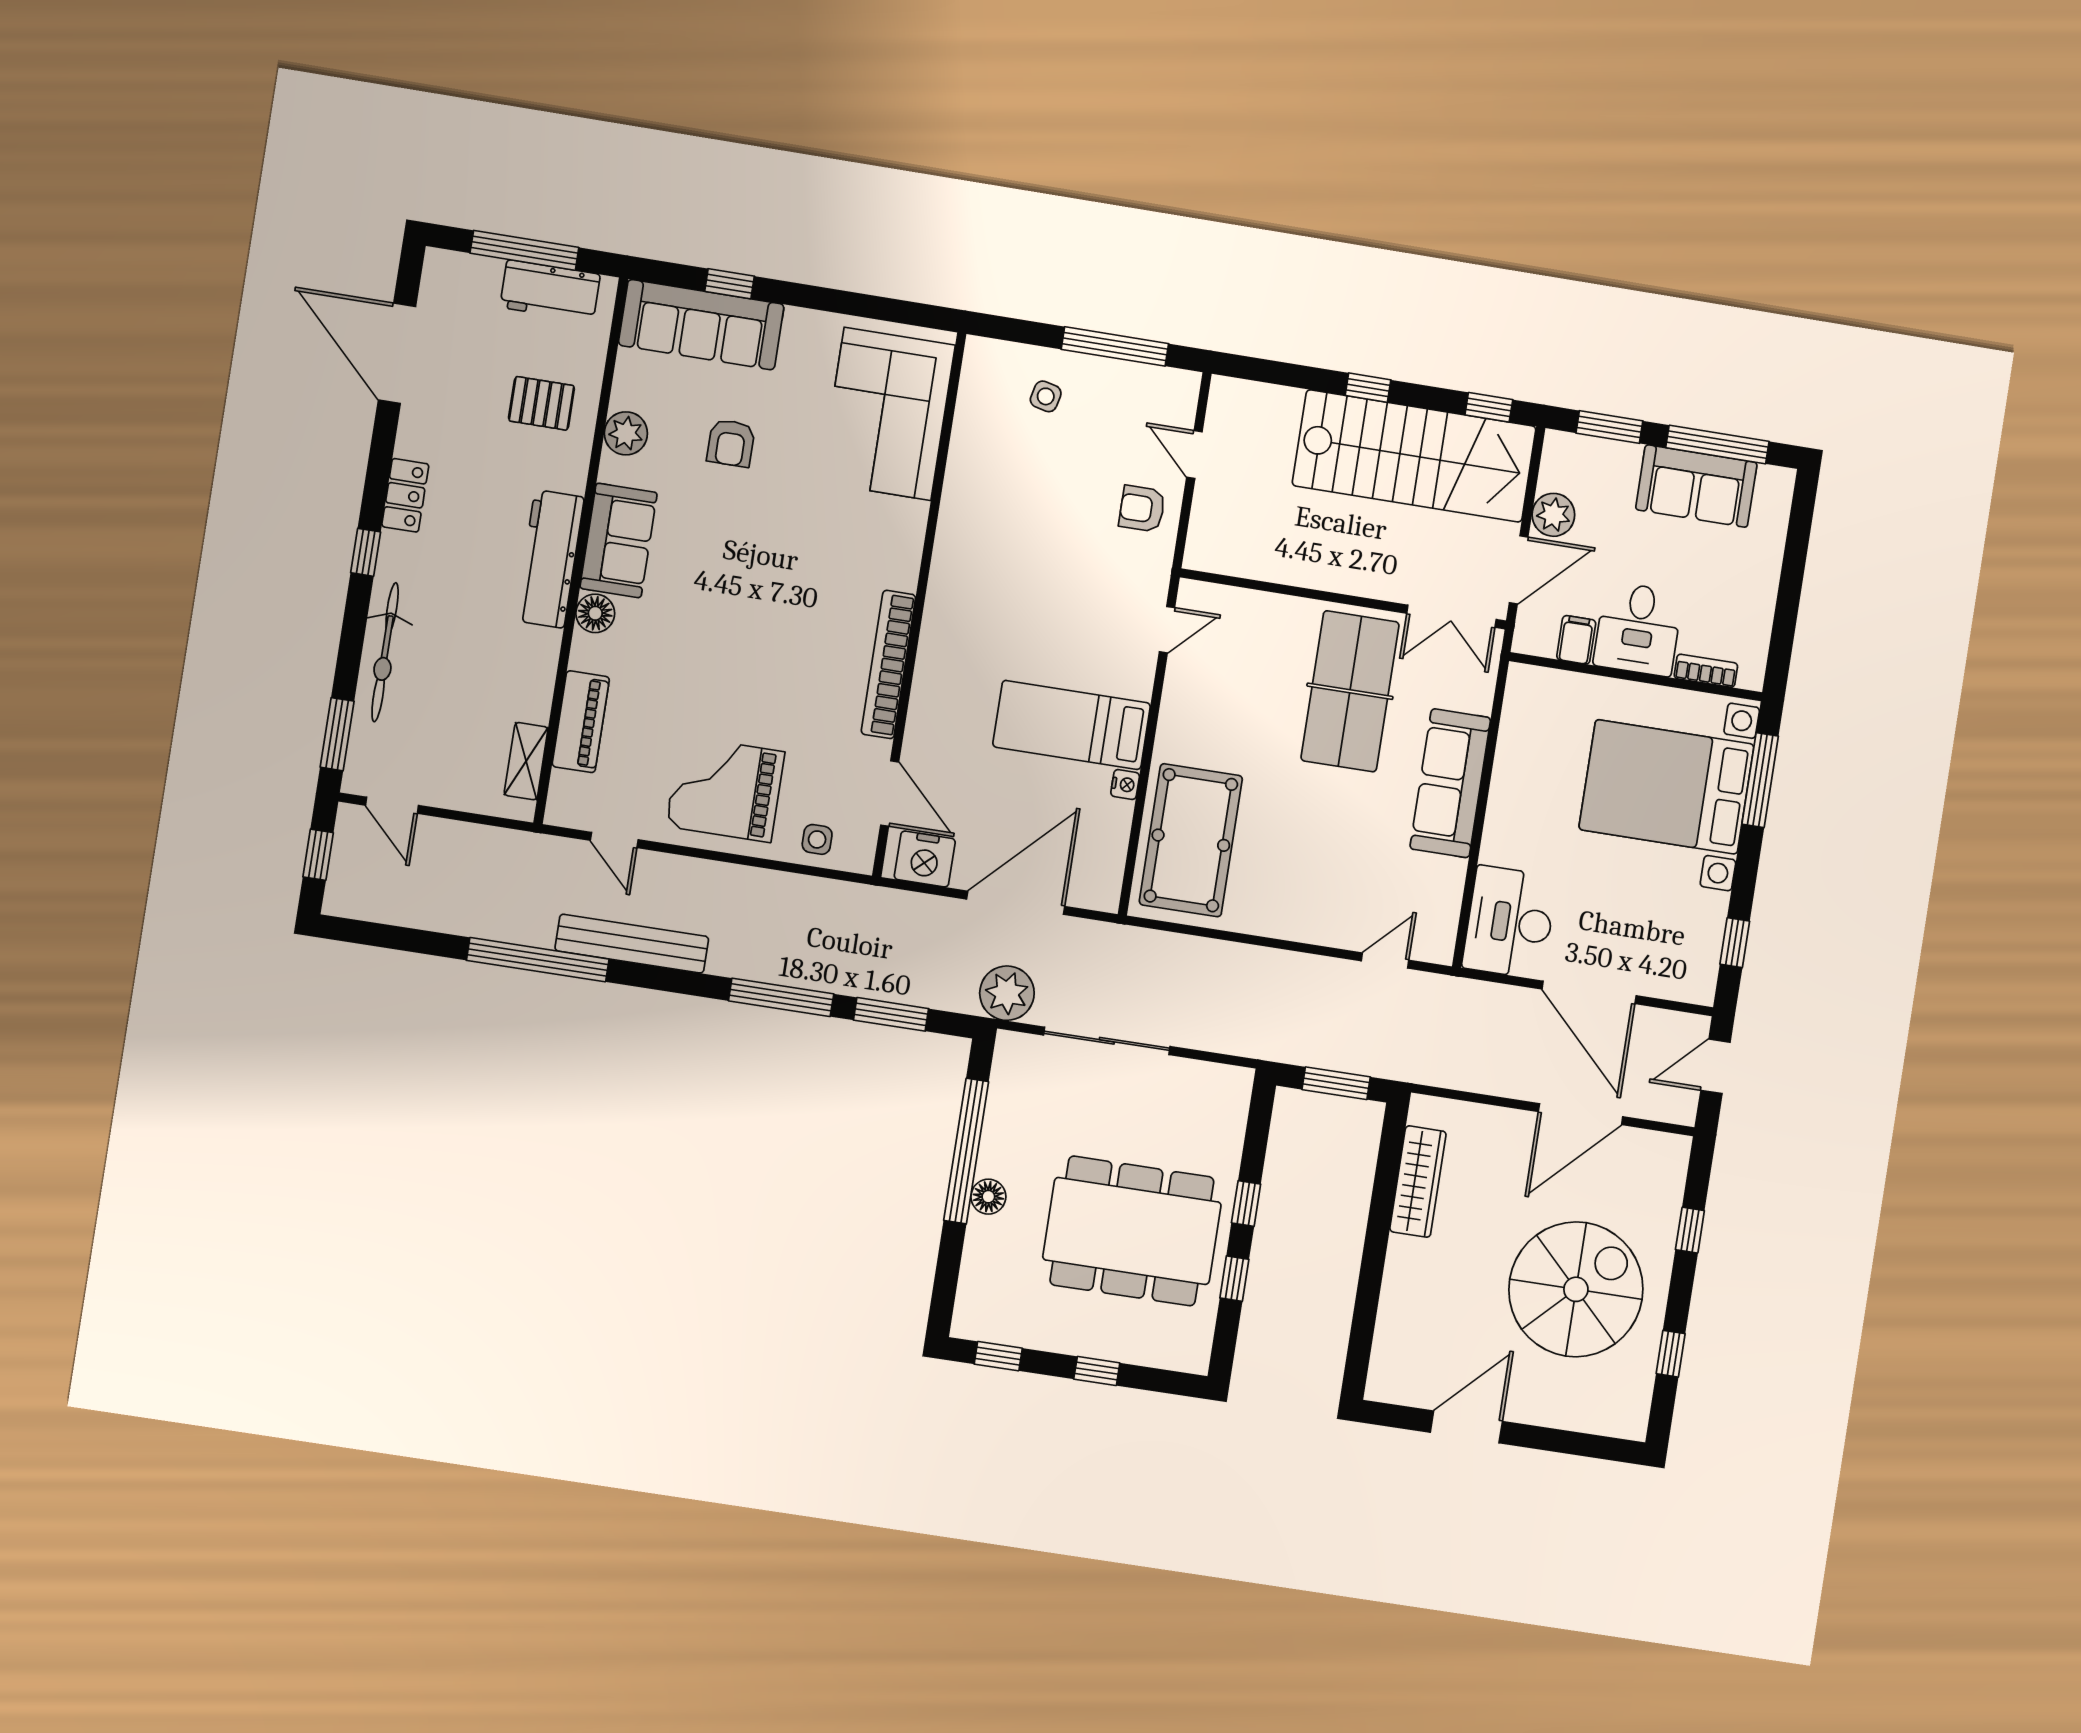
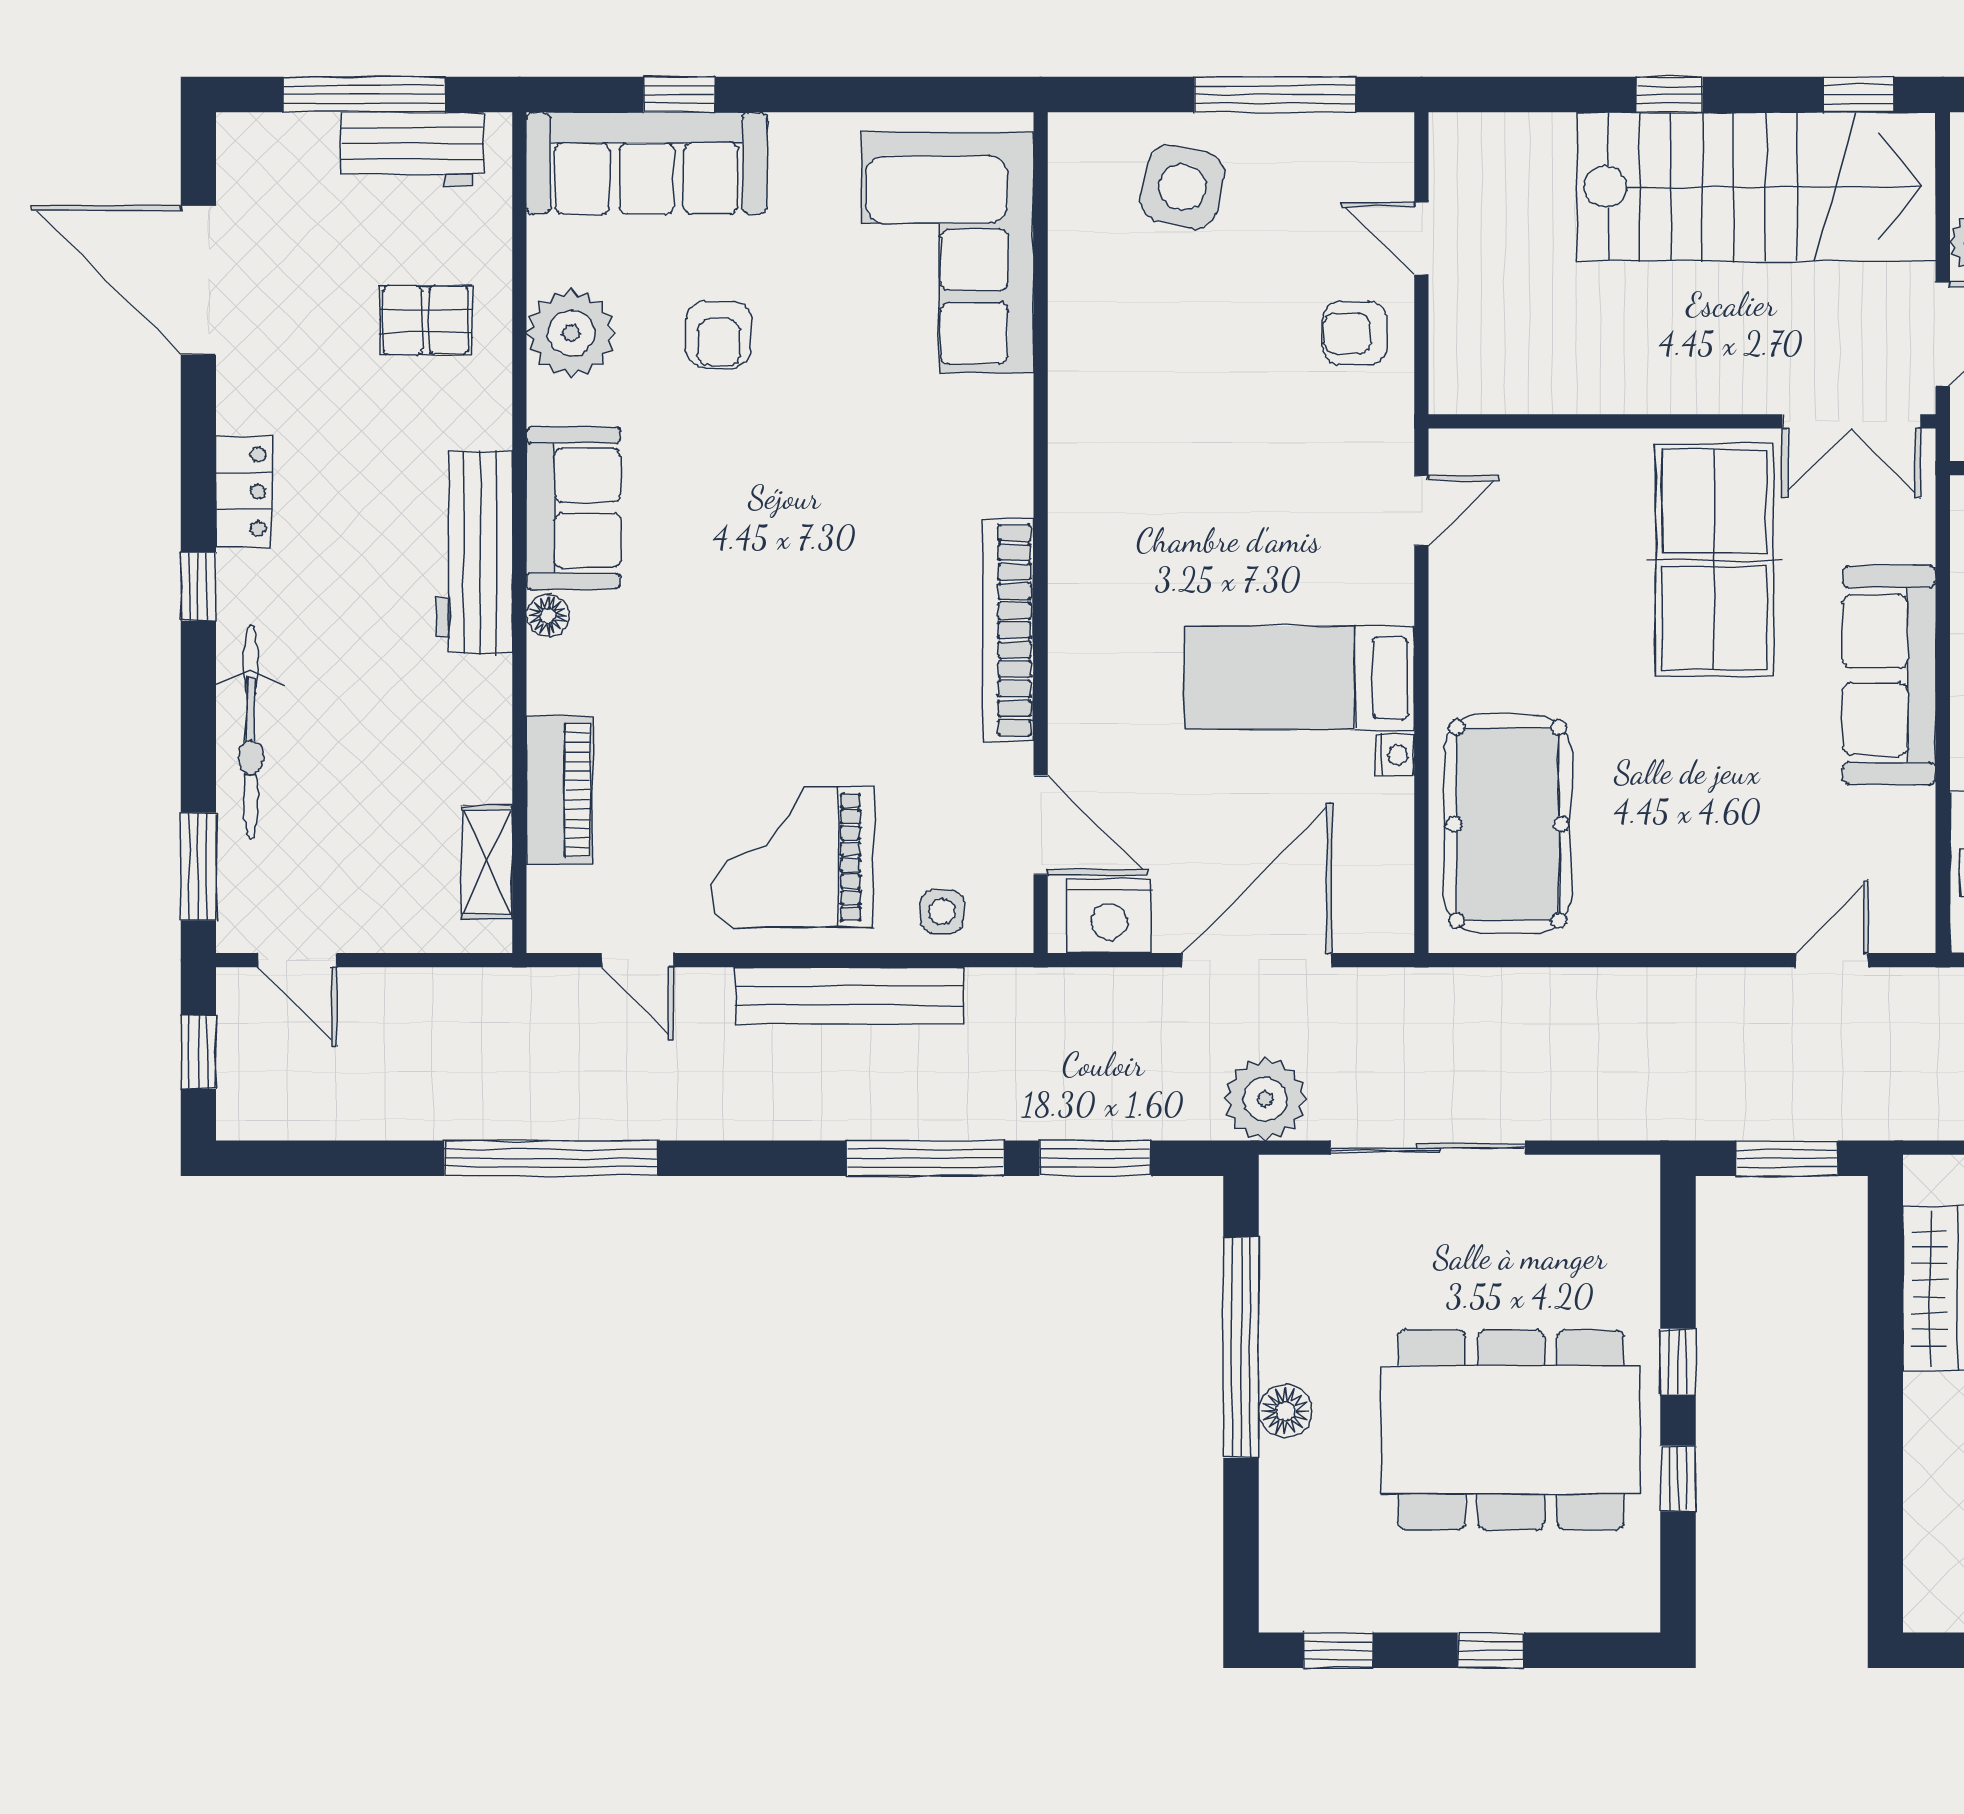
side table: (1046, 396) -> (1182, 187), width x1.87, depth x1.87
plant: (626, 433) -> (571, 333), width x1.36, depth x1.36
floor lamp: (595, 613) -> (548, 615), width x0.73, depth x0.73
bench: (632, 944) -> (849, 996), moved

